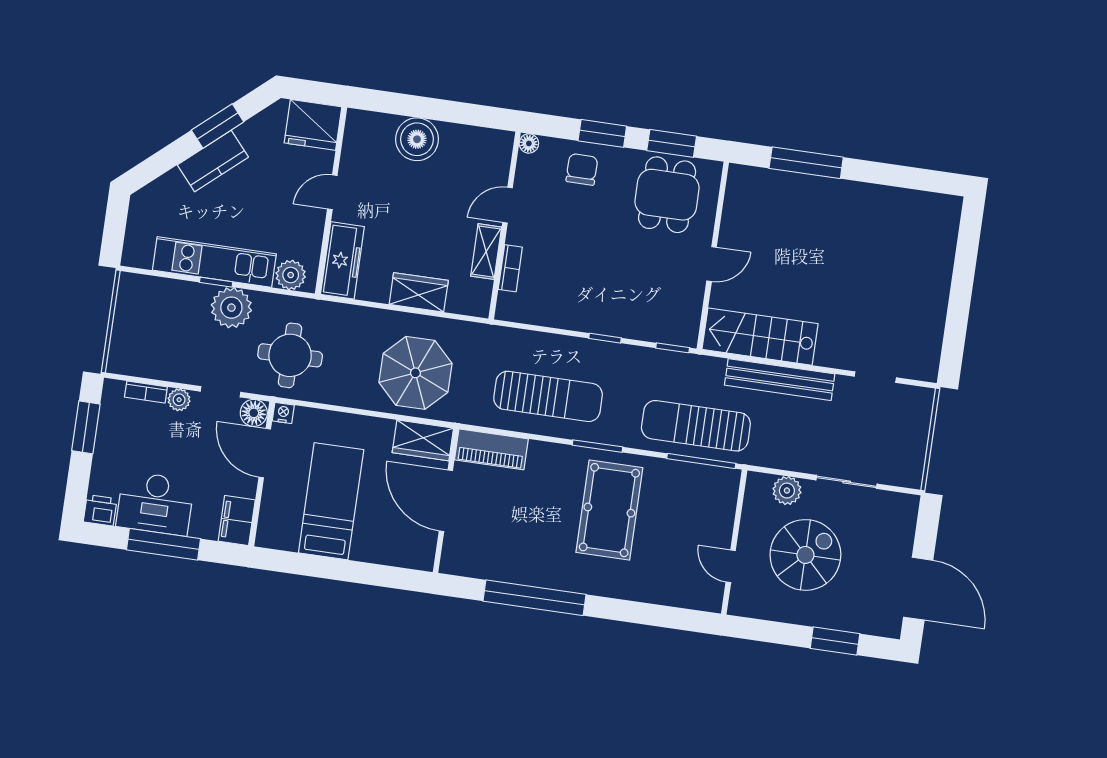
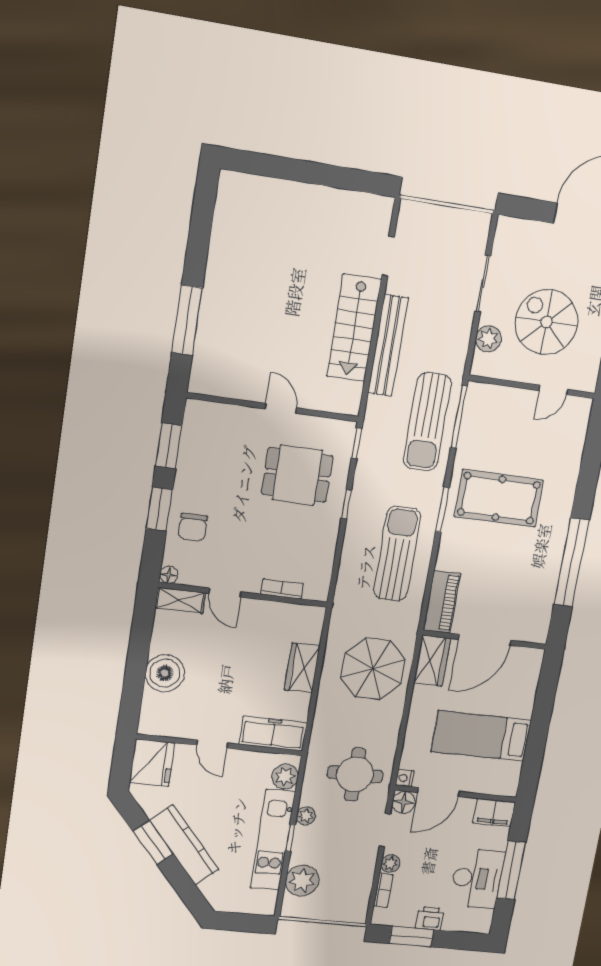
kitchen counter: (213, 161) -> (184, 845), width x1.50
chair: (582, 169) -> (193, 527), turned -90
dining table: (667, 195) -> (297, 475), moved
shelving: (486, 252) -> (180, 600), moved
plant: (163, 297) -> (302, 881), added
plant: (231, 308) -> (306, 816), width x0.53, depth x0.53
stairs: (760, 337) -> (354, 328), moved
printer: (100, 510) -> (430, 918), moved, turned 90

